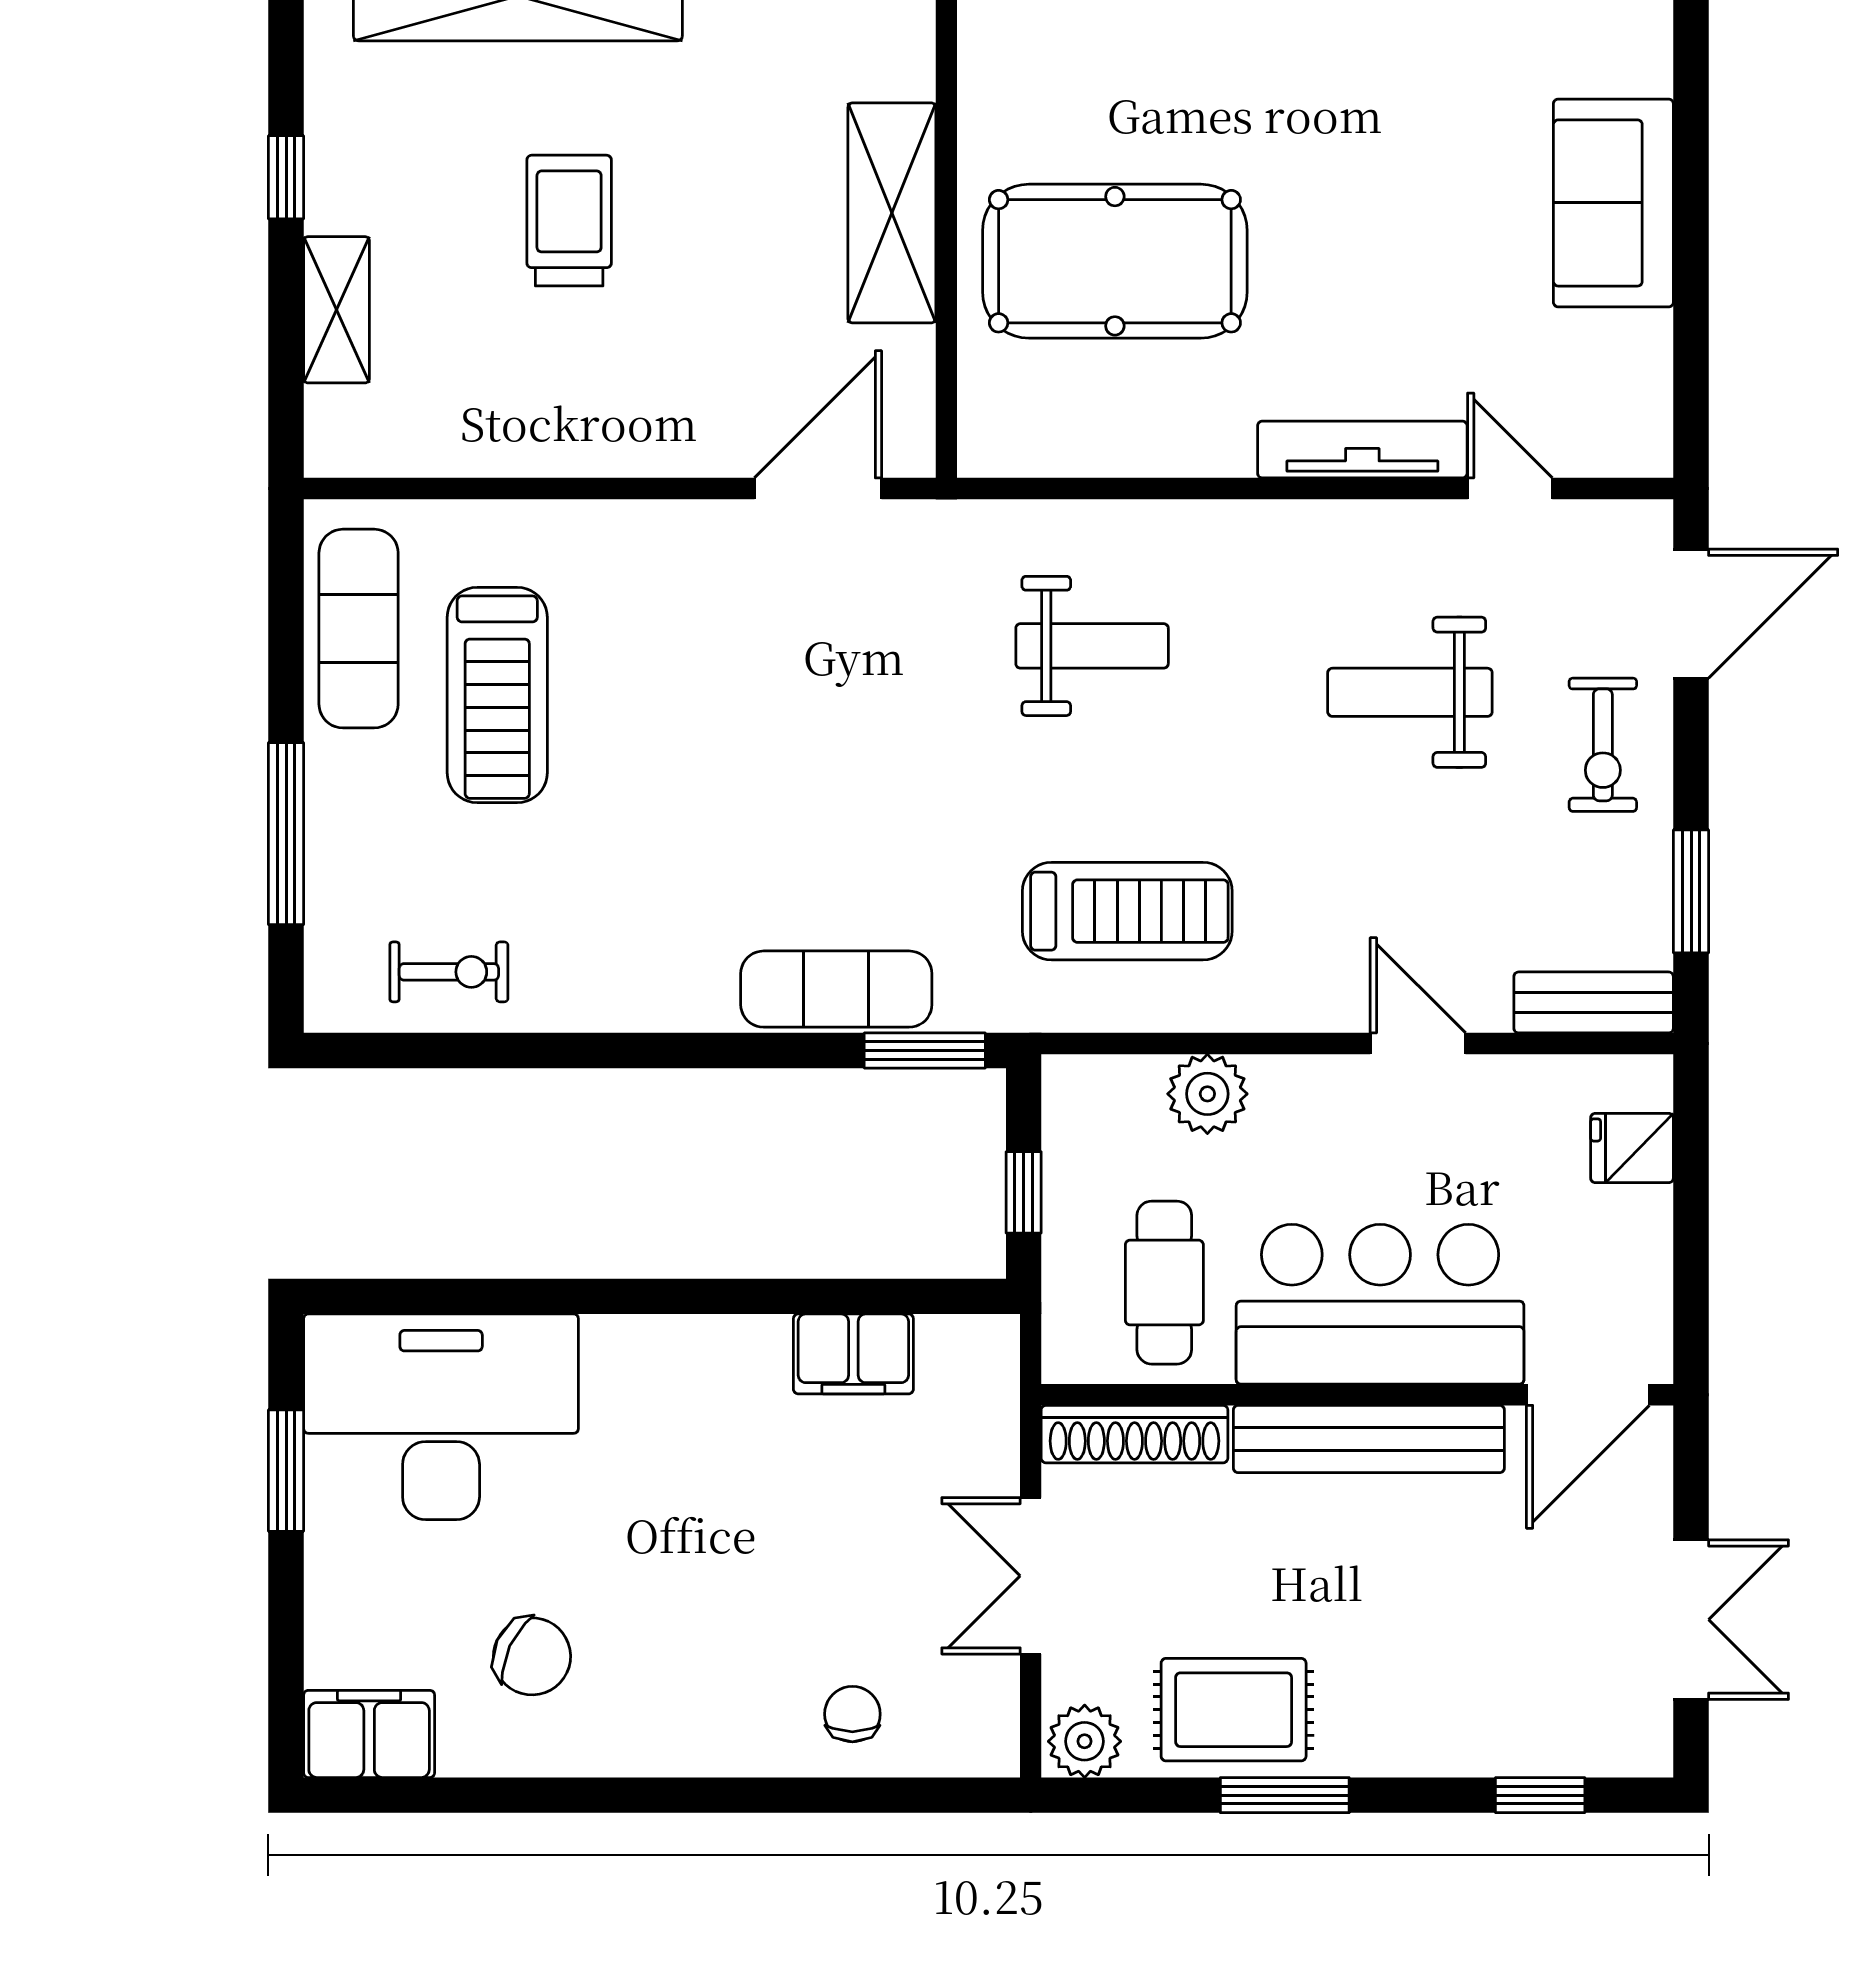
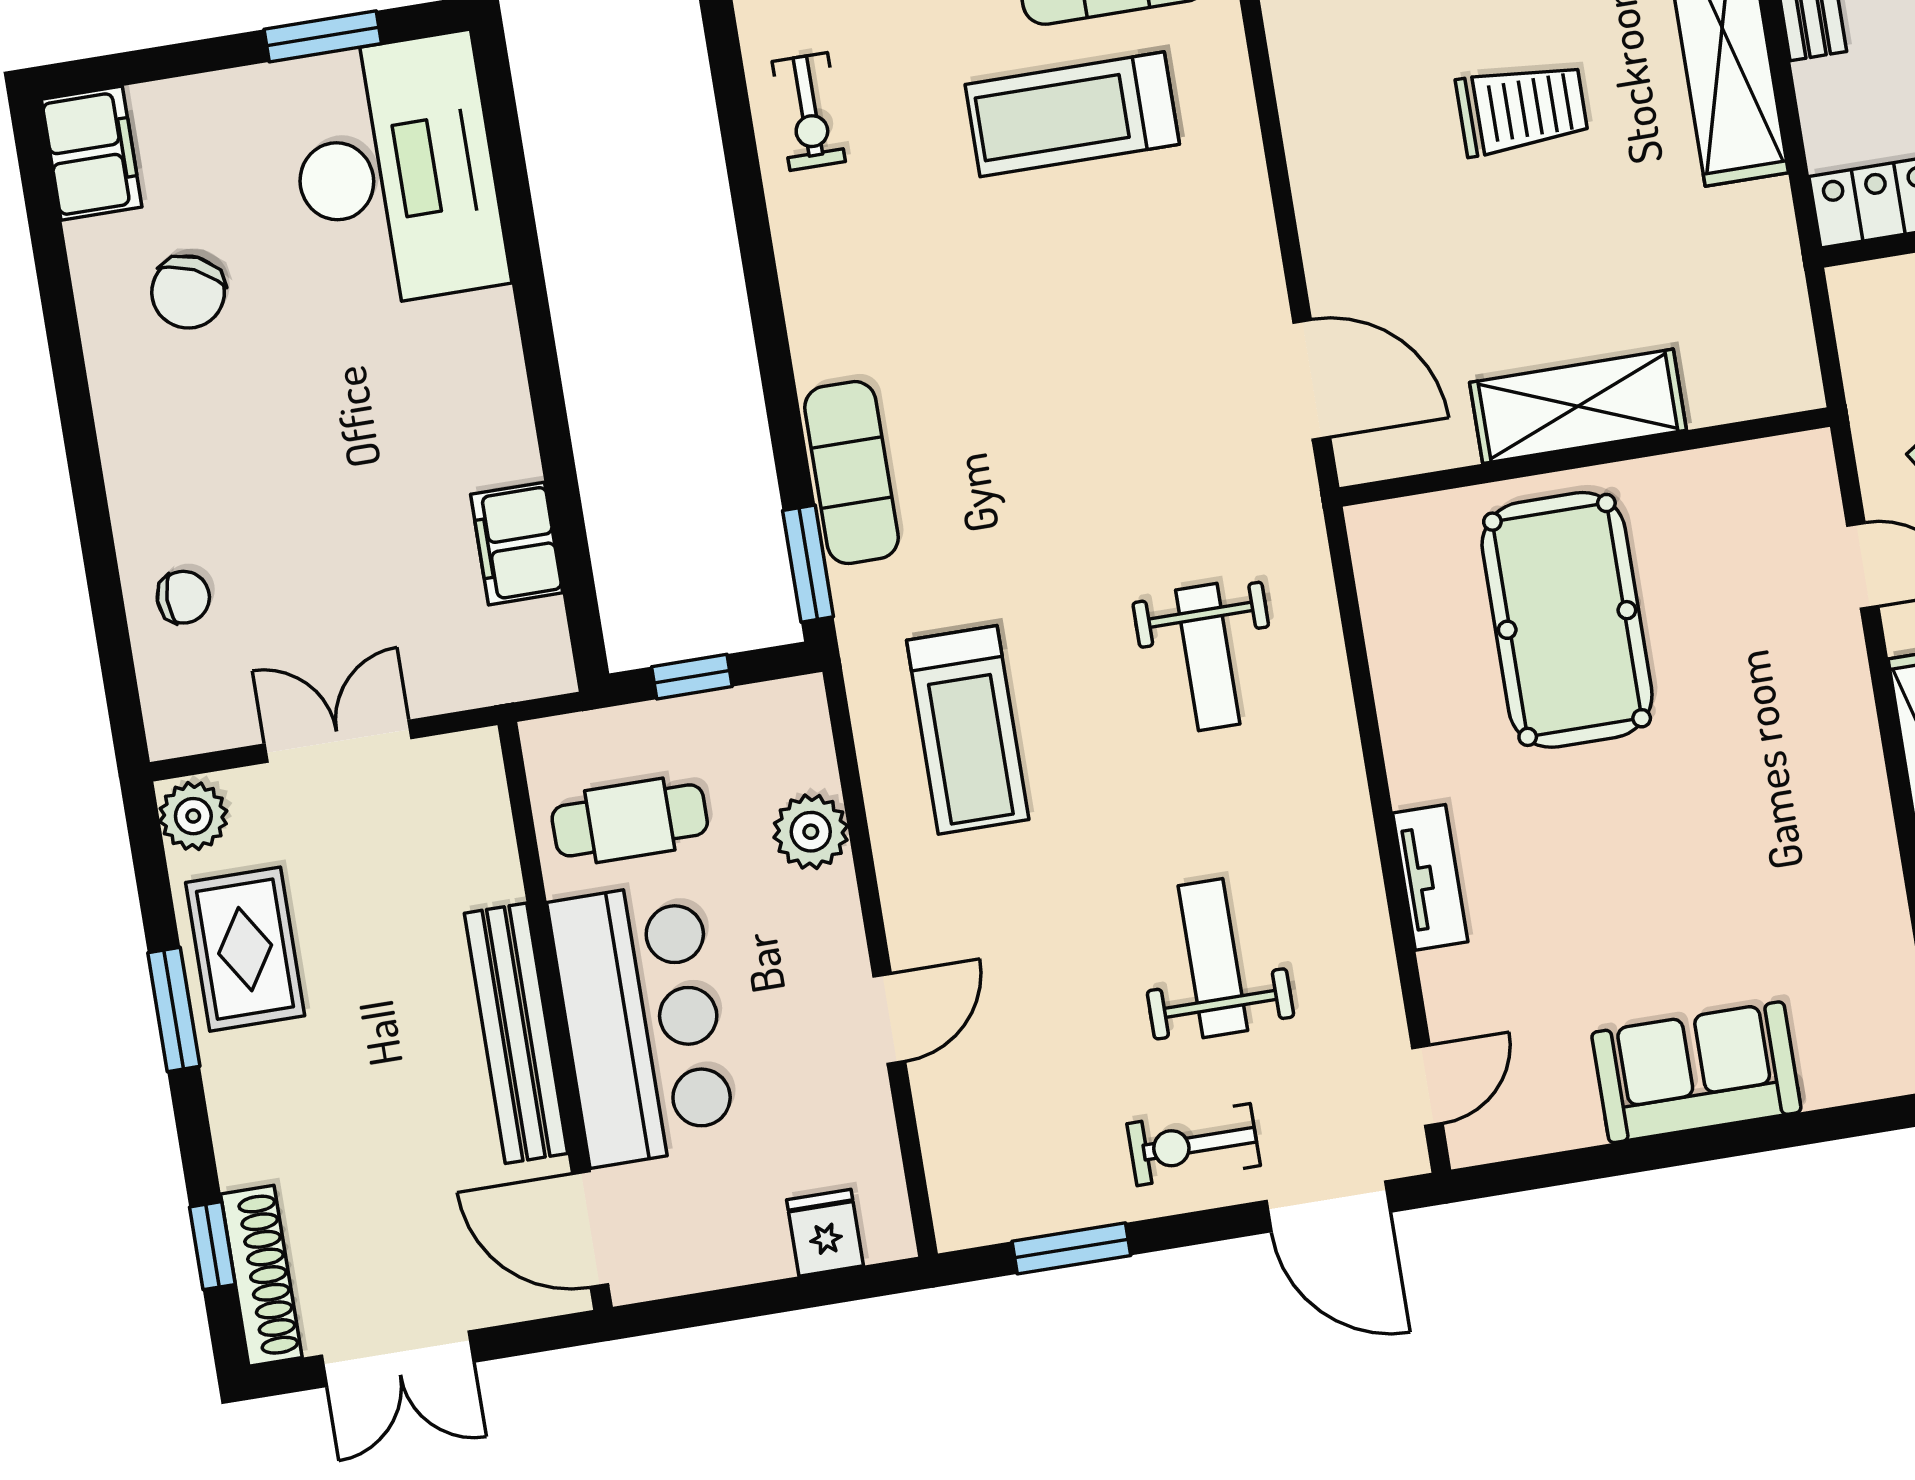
tv unit: (1362, 450) -> (1430, 877), width x0.71
door: (1510, 489) -> (1427, 1086), moved
bench: (1594, 1002) -> (954, 1175), removed
shoe rack: (1134, 1434) -> (261, 1276), moved, turned 180

